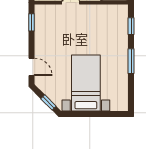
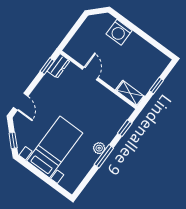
dresser: (41, 15) -> (58, 66), added
plant: (122, 57) -> (99, 148), added

